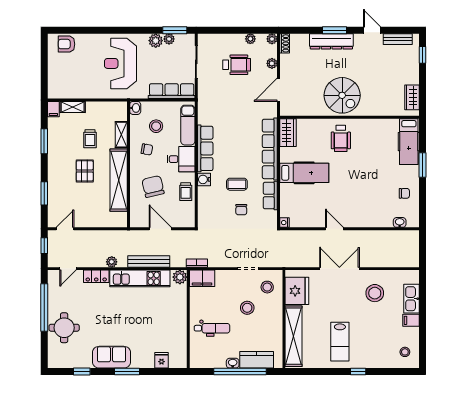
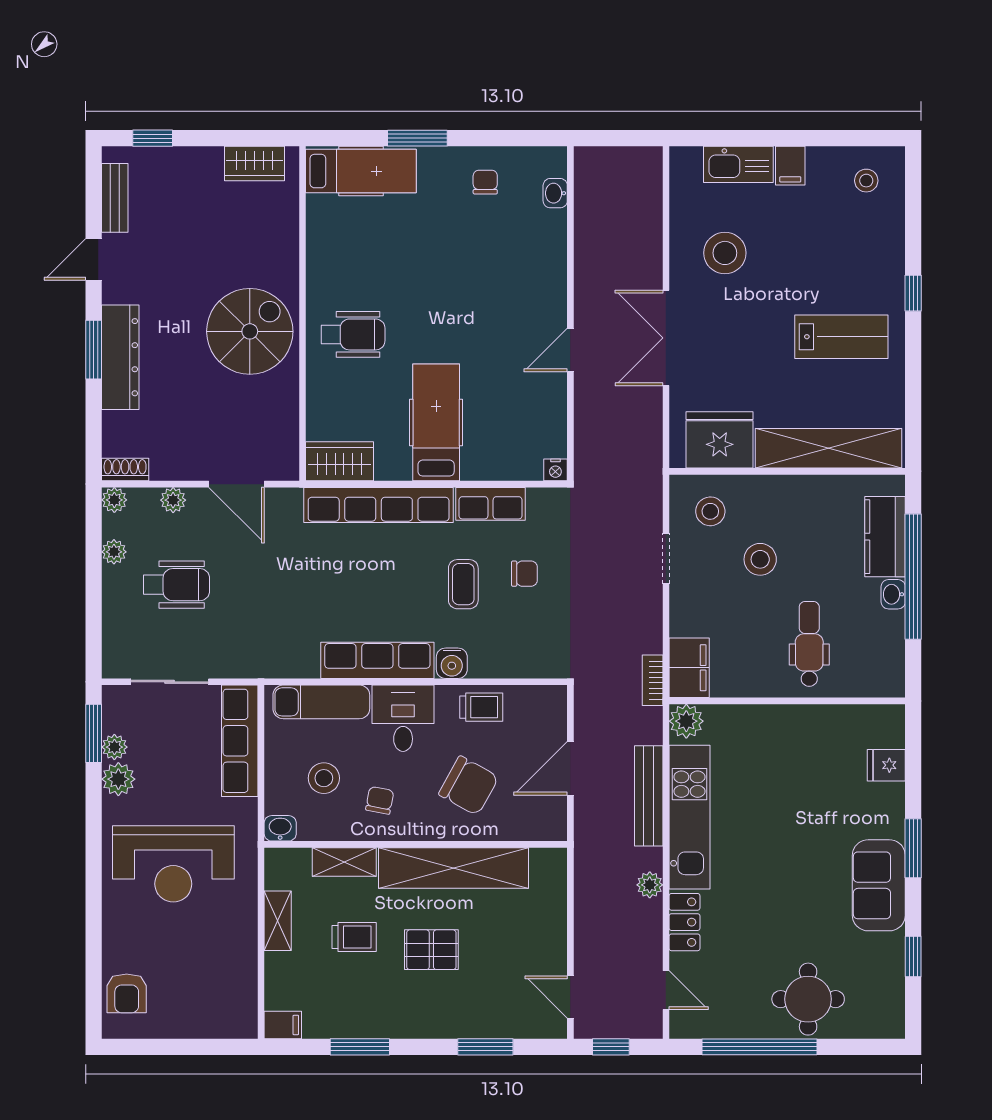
wheelchair: (237, 65) -> (176, 585), turned 90
shelving: (73, 107) -> (278, 921), moved
chair: (153, 186) -> (469, 786), turned -138

